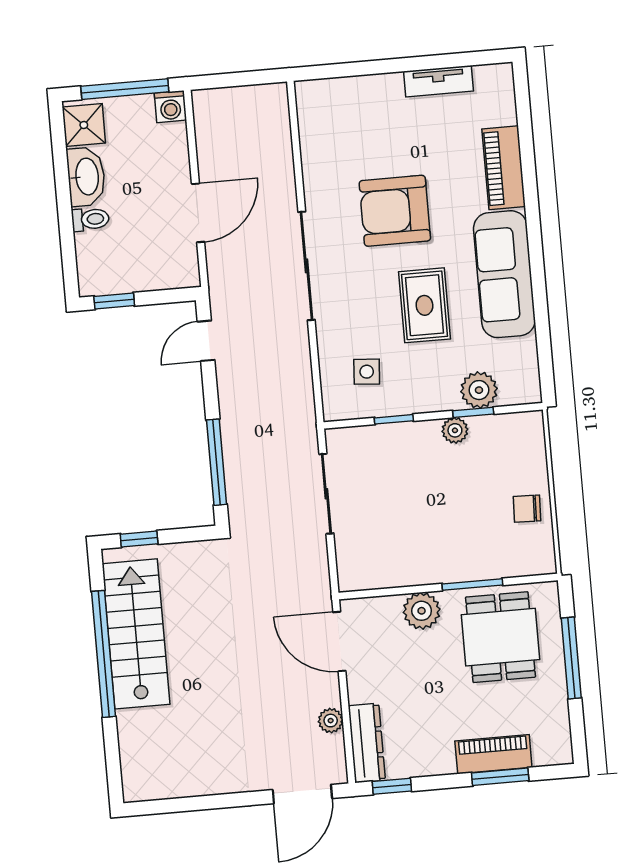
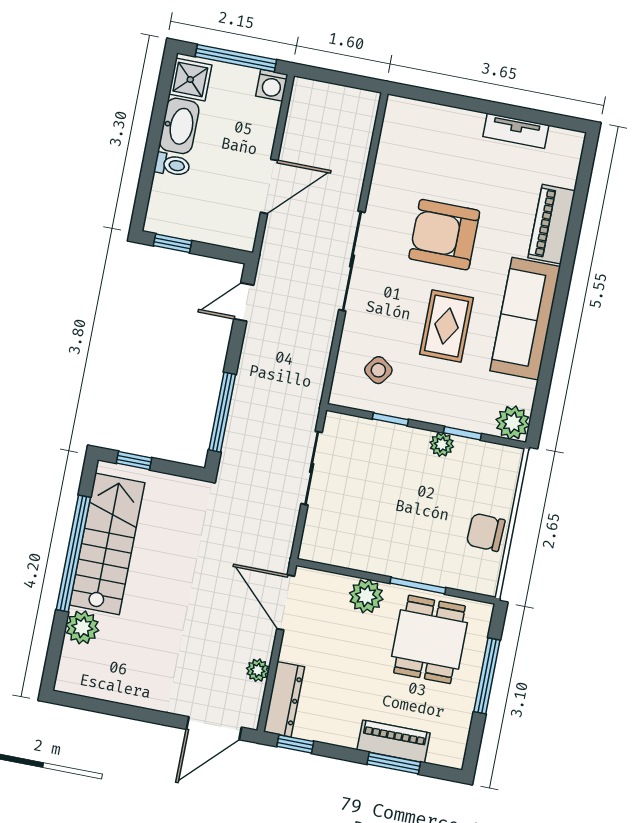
side table: (367, 372) -> (378, 370), turned 32
plant: (479, 390) -> (513, 423), moved
chair: (527, 509) -> (486, 532), width x1.37, depth x1.37
plant: (135, 728) -> (82, 627), added

